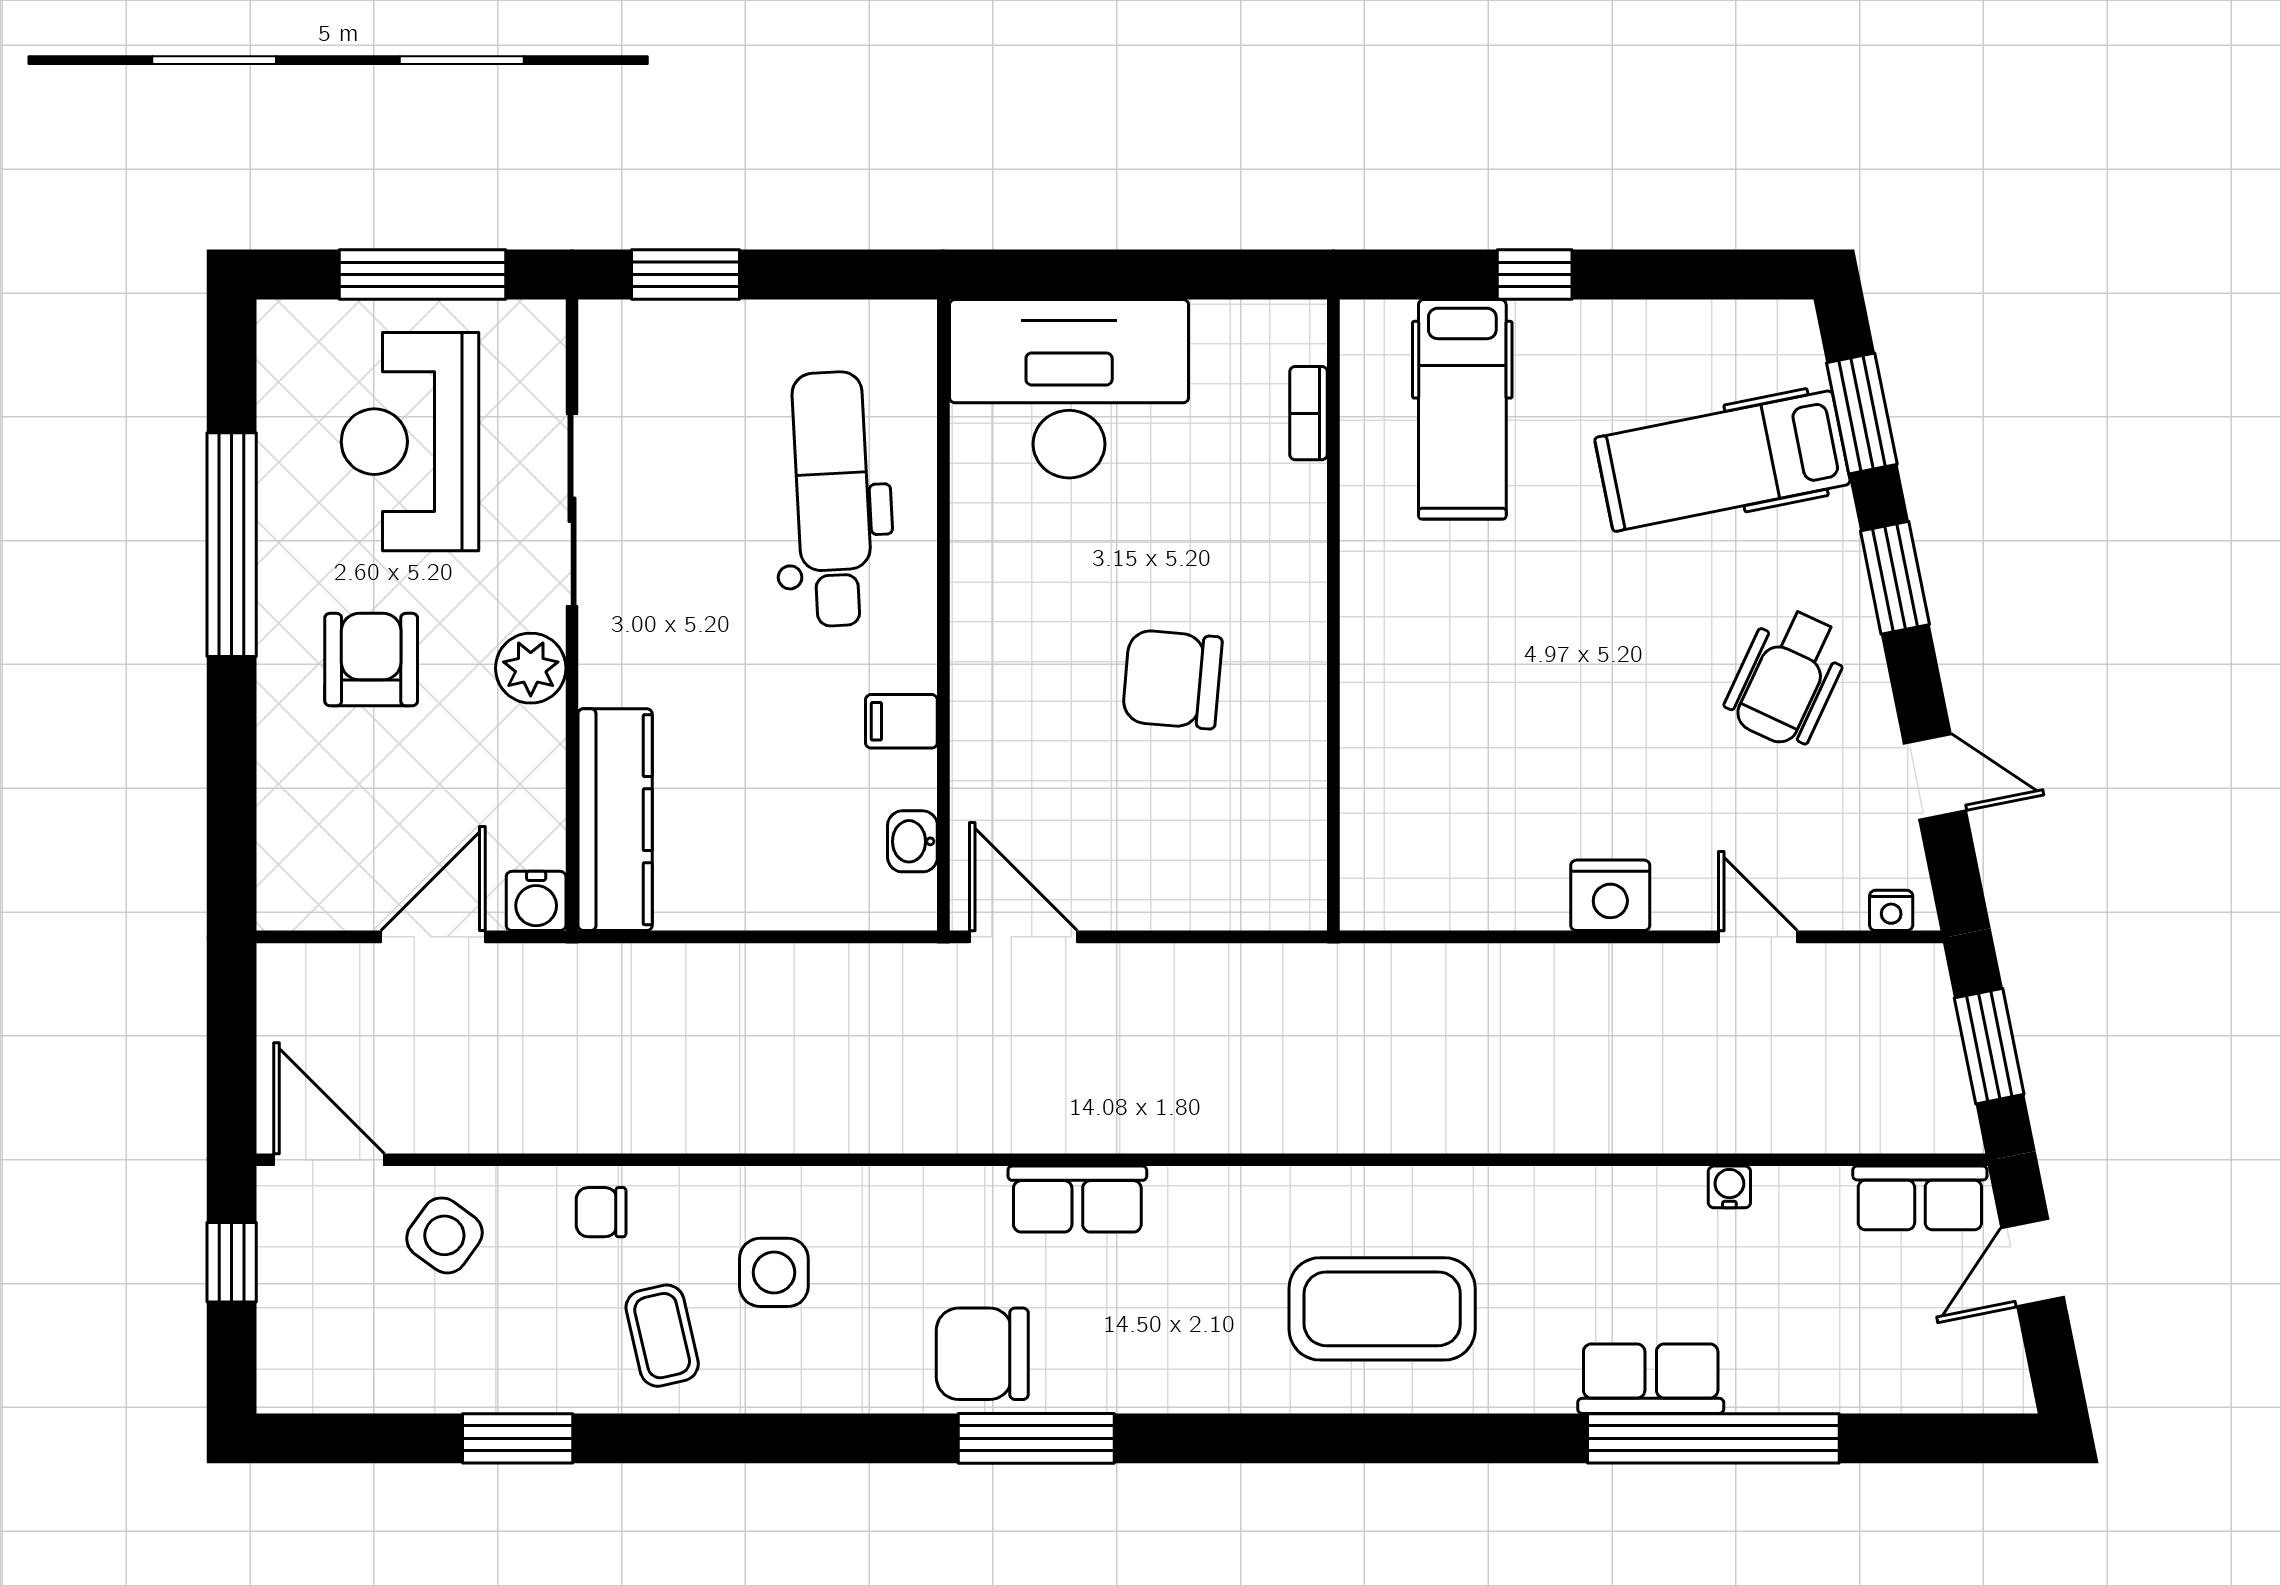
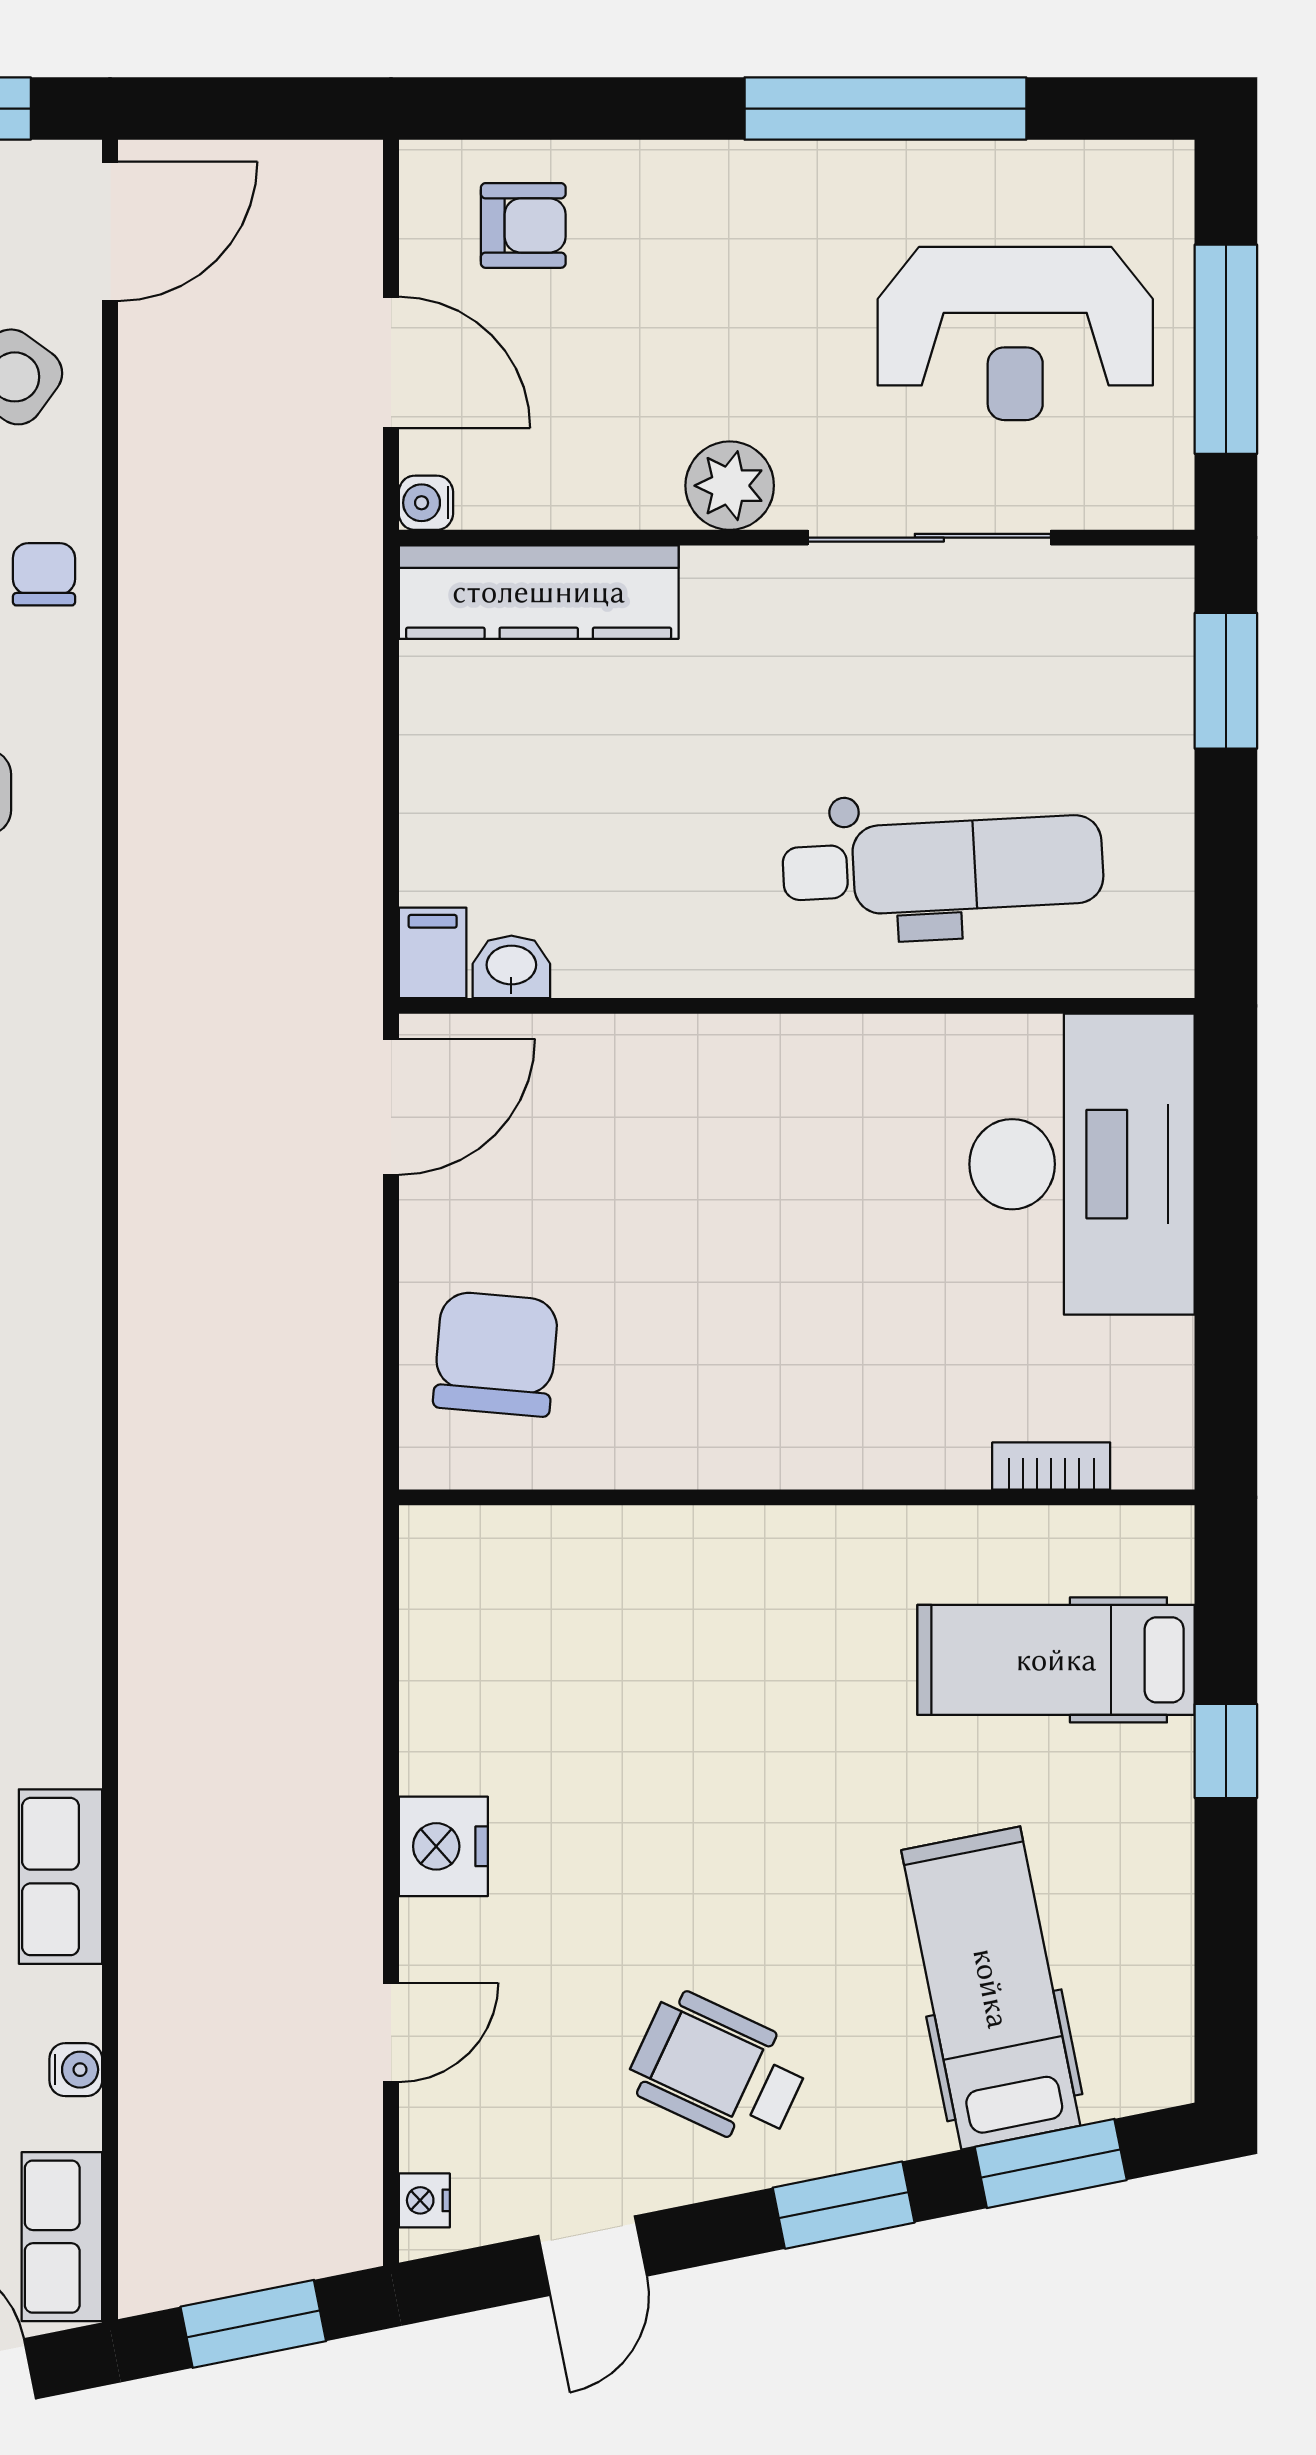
reception desk: (410, 442) -> (1015, 334), turned 180
armchair: (371, 660) -> (523, 225), moved, width x0.72, depth x0.72
chair: (1172, 679) -> (496, 1354), moved
filing cabinet: (901, 721) -> (433, 953), moved
water cooler: (536, 901) -> (426, 503), width x0.72, depth x0.72
water cooler: (1729, 1187) -> (76, 2070), moved
row of seats: (1077, 1199) -> (61, 1877), moved

